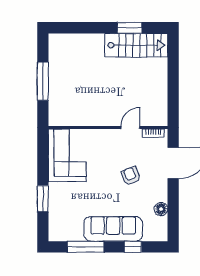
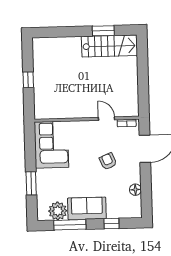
window: (43, 81) -> (28, 80), width x0.46
door: (130, 128) -> (107, 119), hinge flipped
sofa: (113, 229) -> (87, 208), width x0.73
plant: (72, 231) -> (58, 211), added

